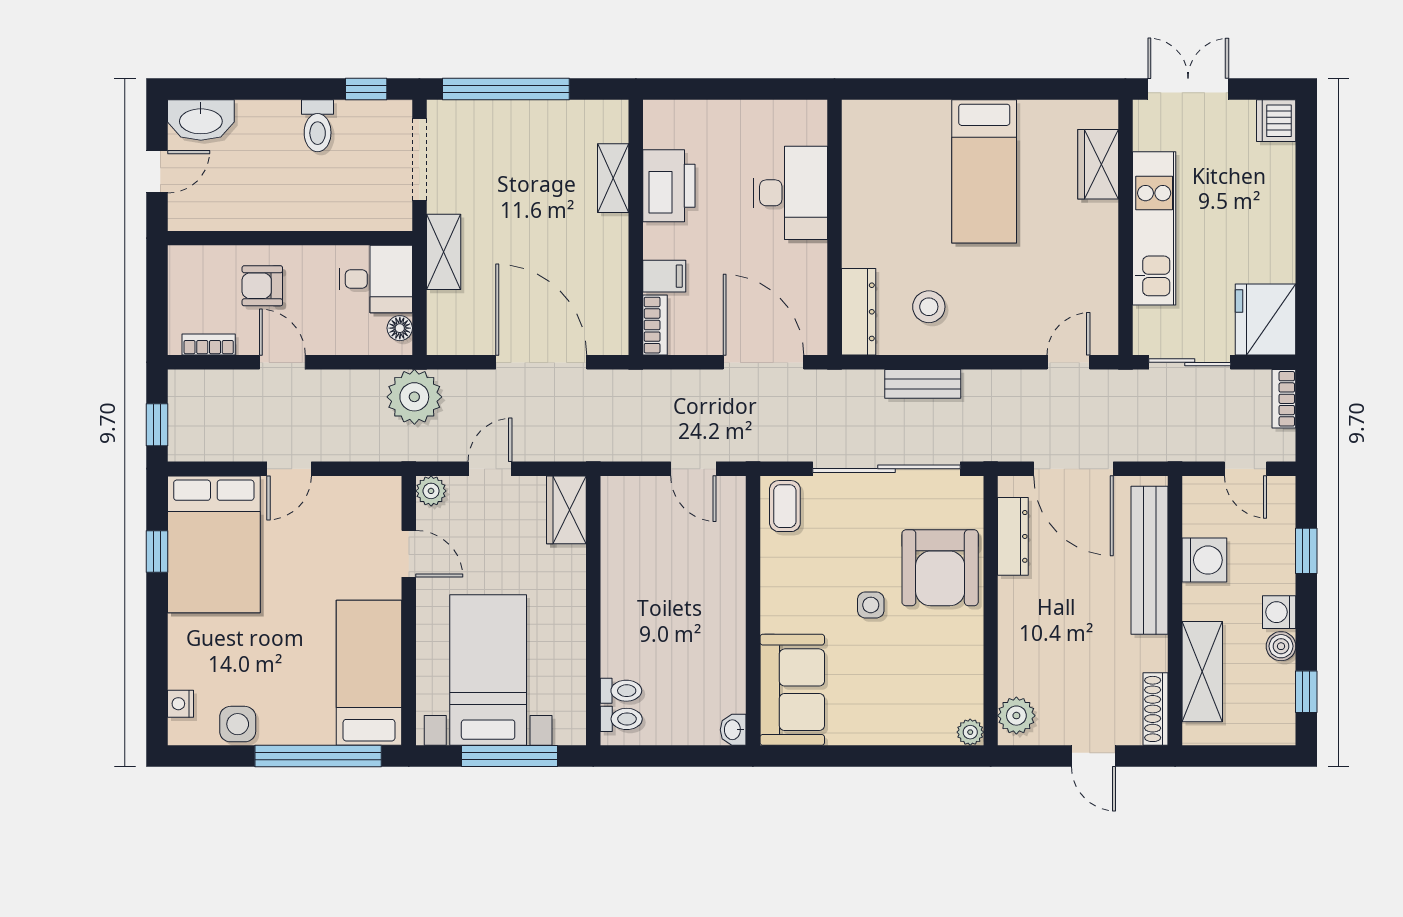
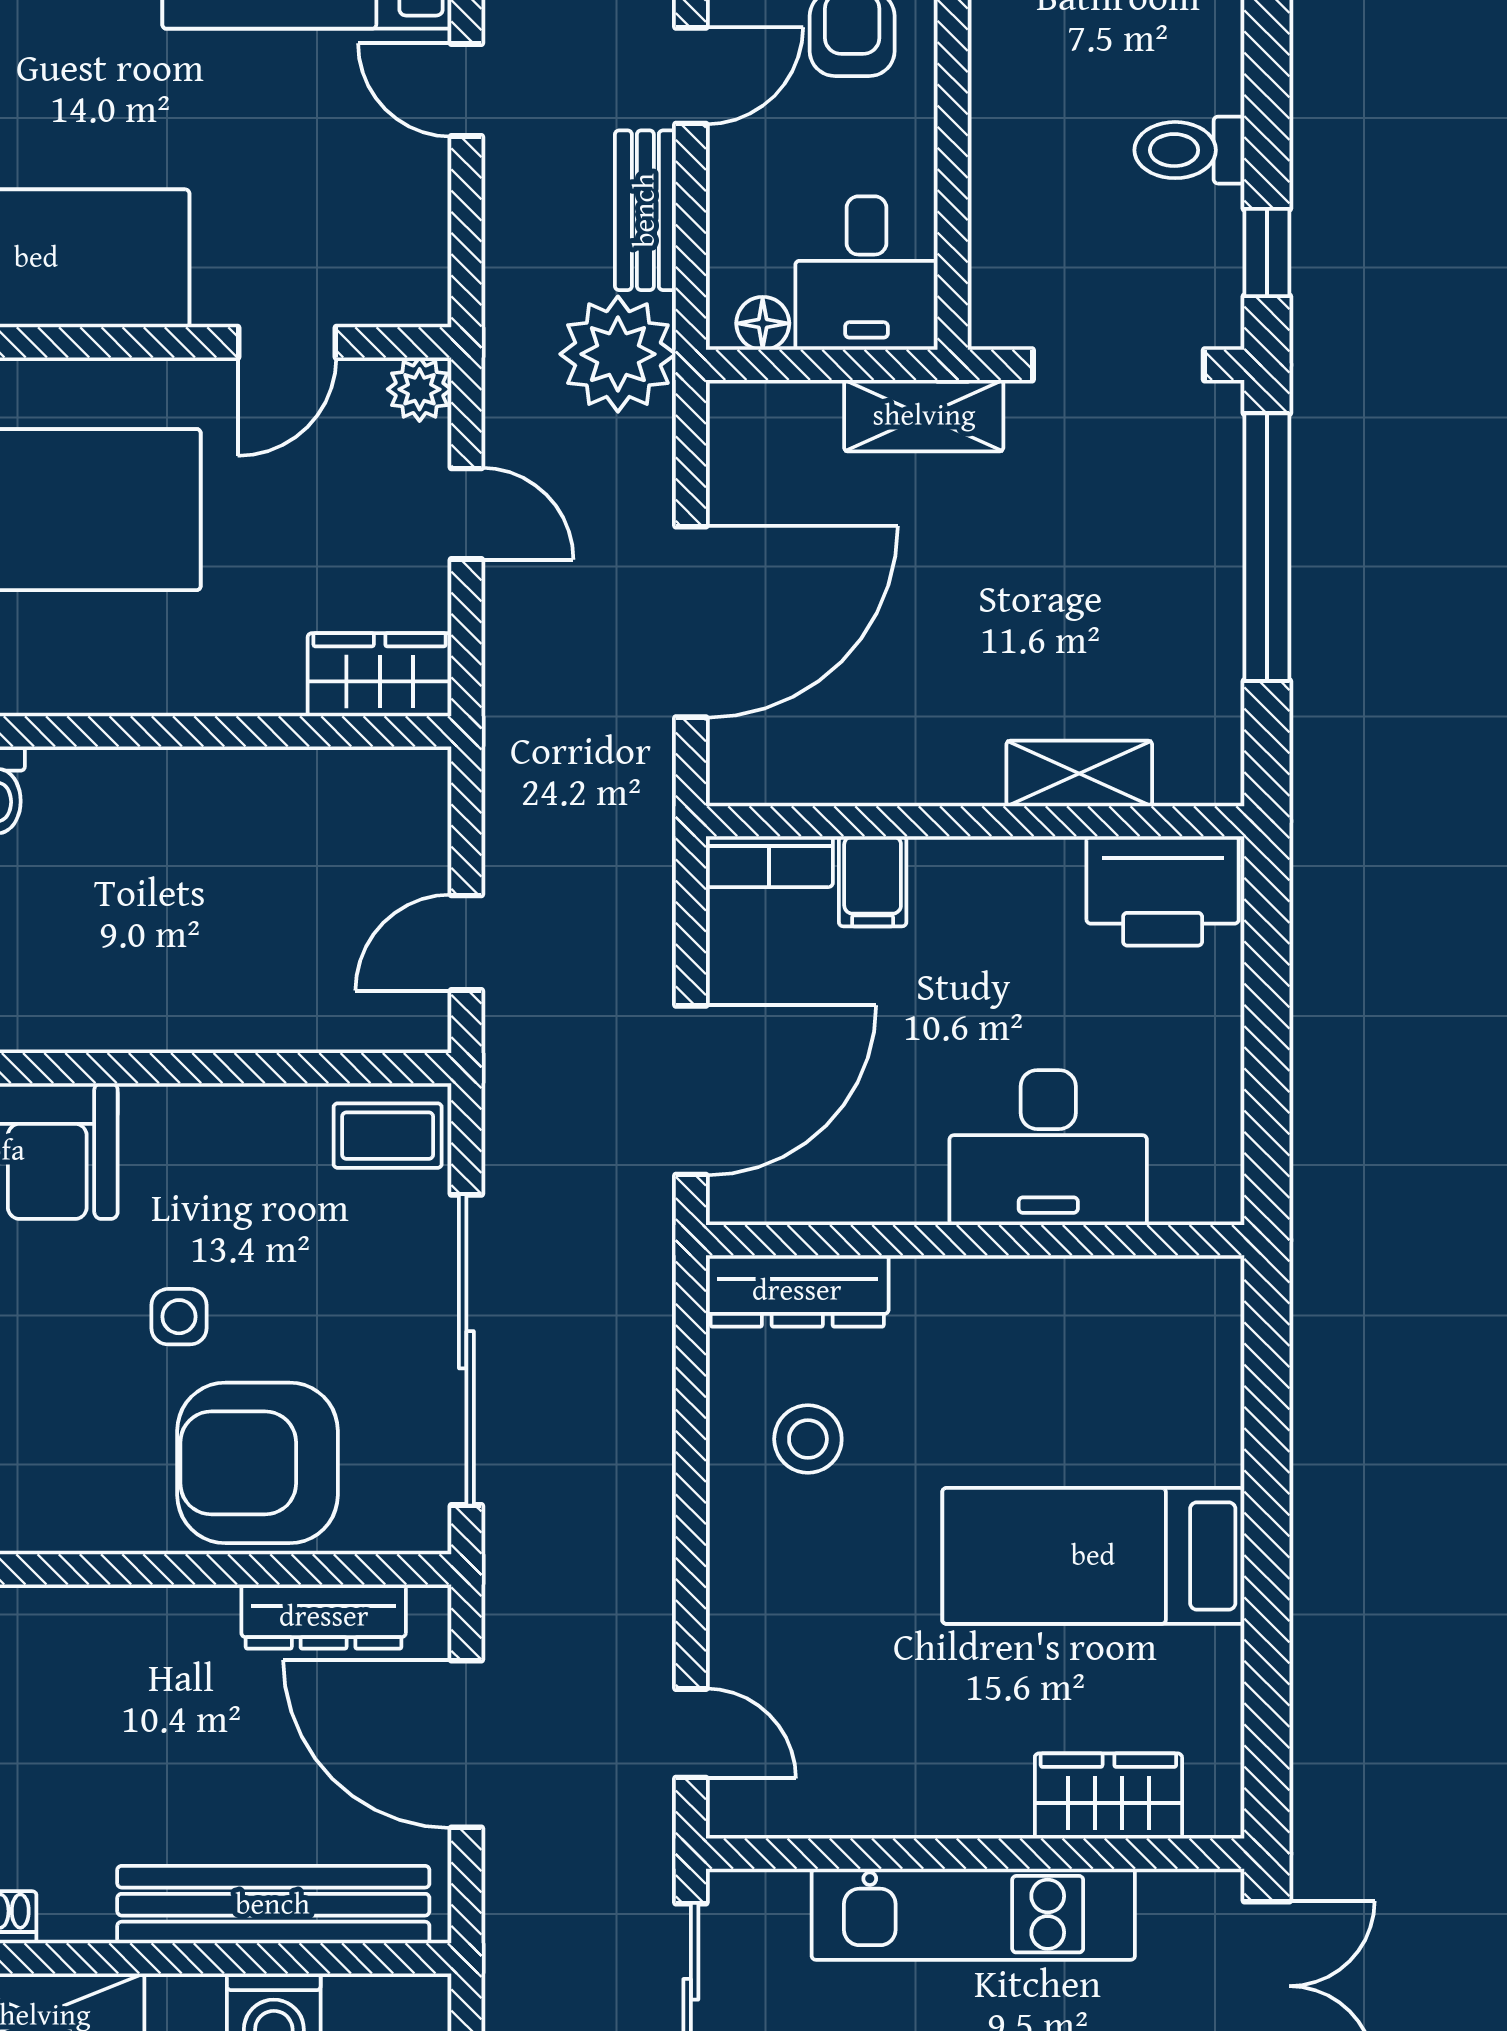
printer: (669, 186) -> (1163, 891), moved
bench: (923, 384) -> (645, 210), moved
door: (1073, 469) -> (466, 1744), hinge flipped

